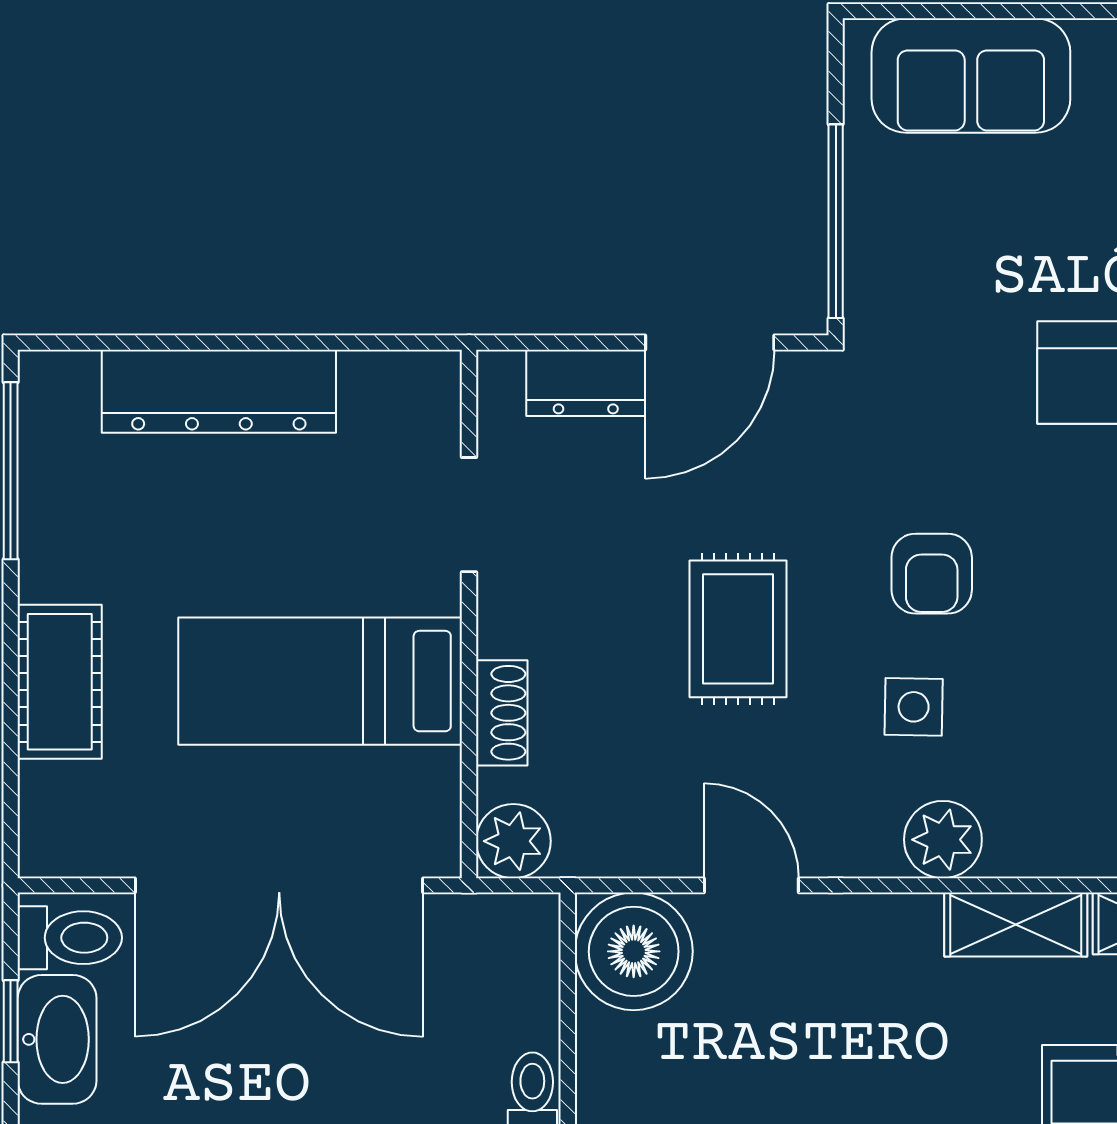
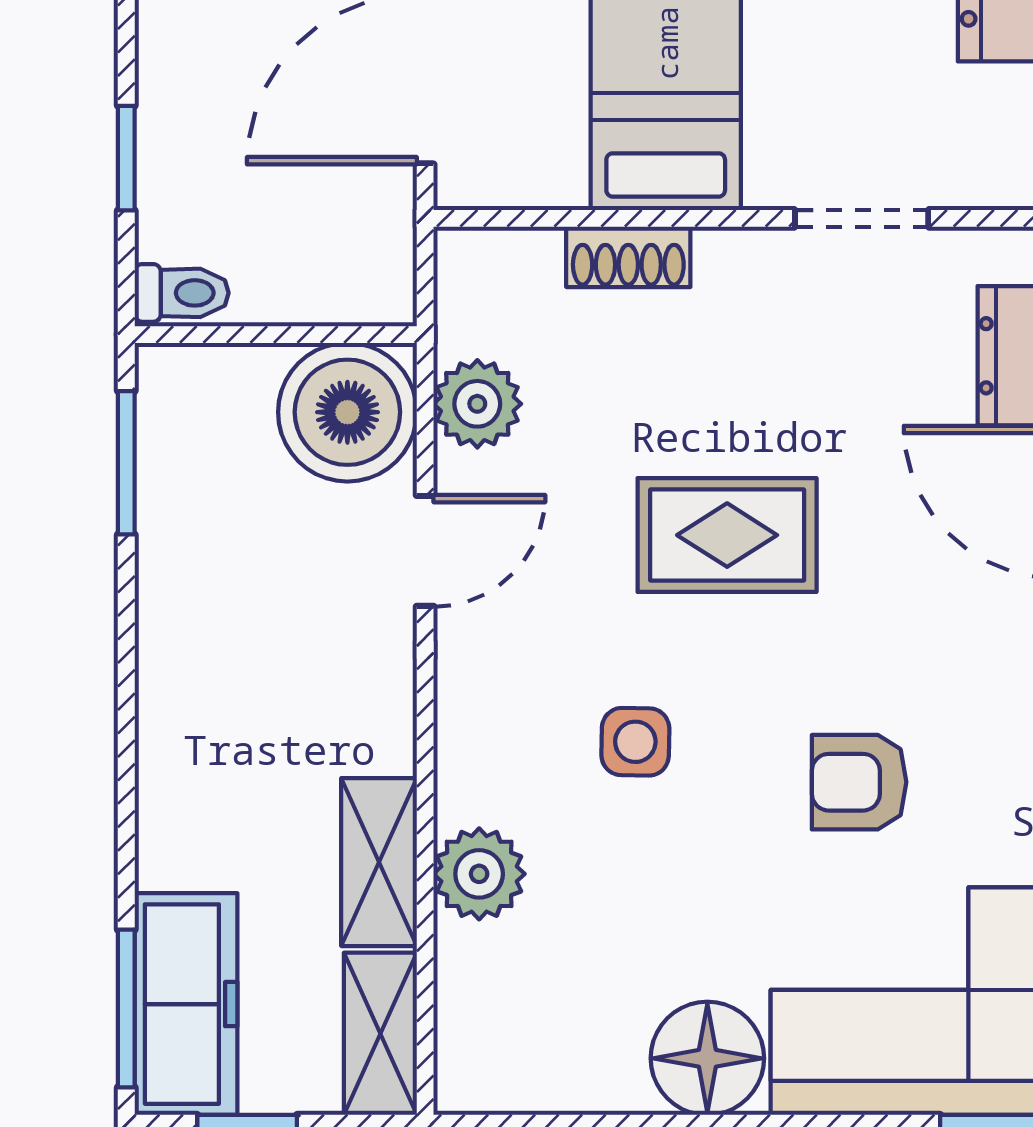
armchair: (932, 574) -> (859, 782), moved
plant: (943, 840) -> (479, 874), moved
plant: (513, 841) -> (477, 404), moved

